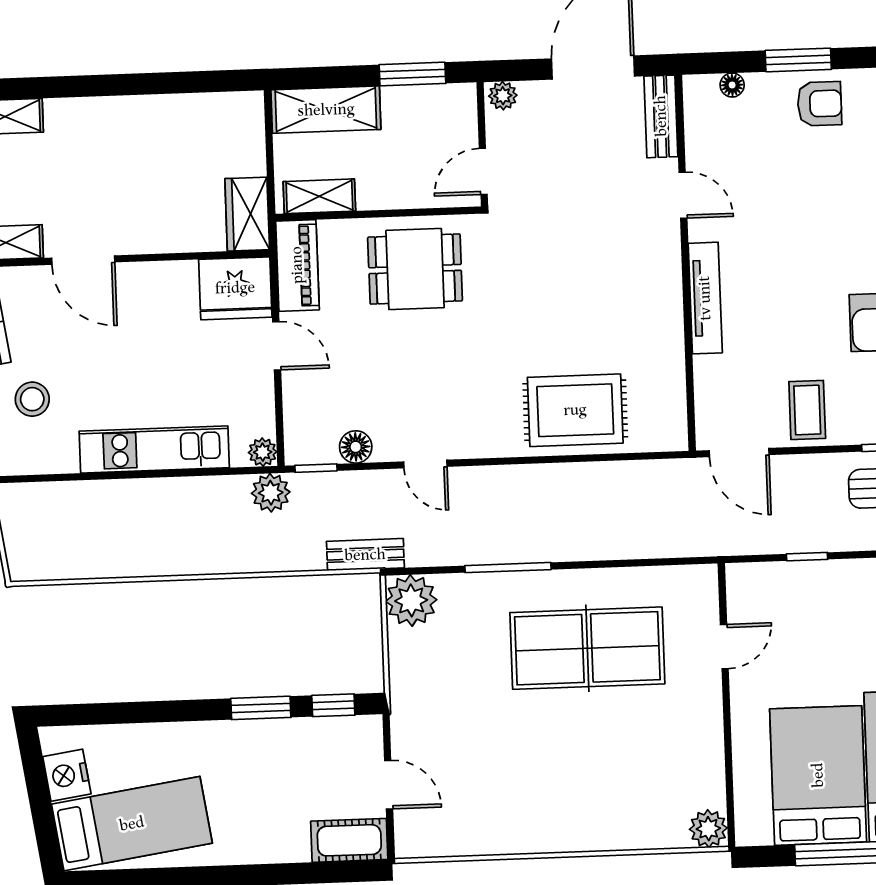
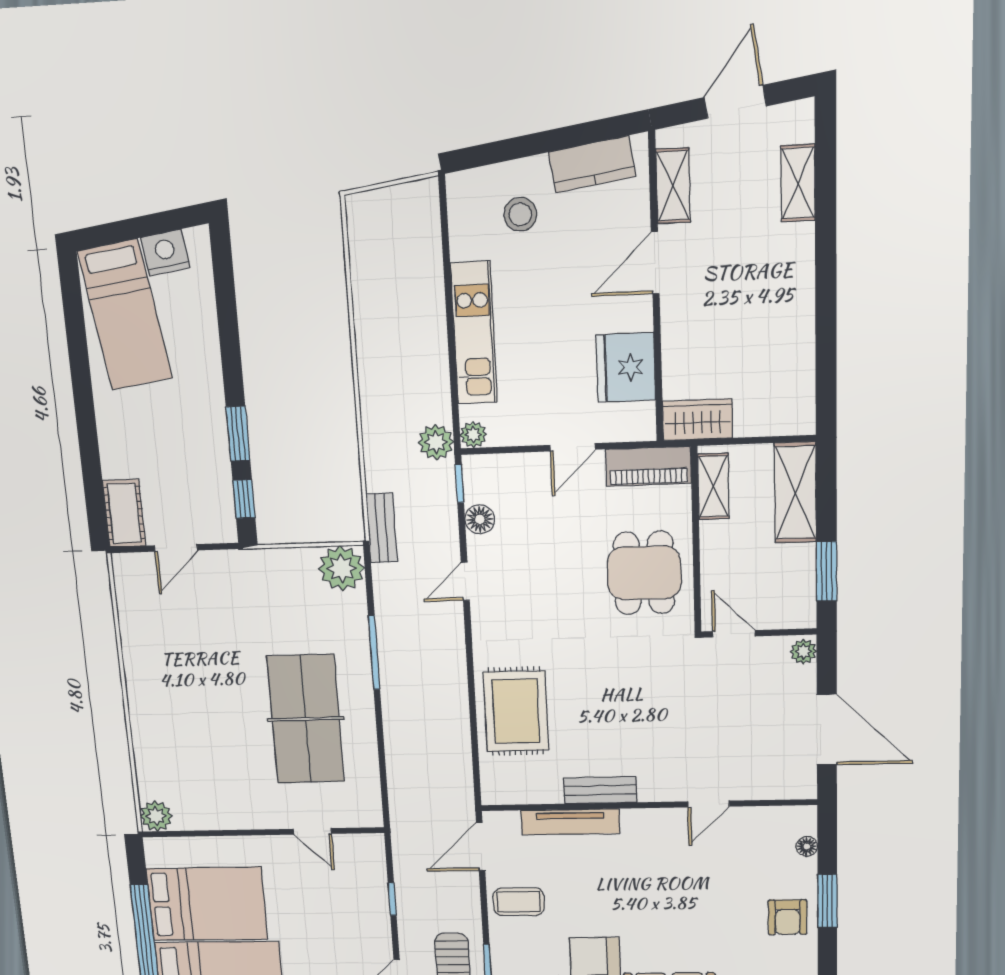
bench: (661, 116) -> (600, 790), moved
fridge: (235, 288) -> (626, 367), moved
tv unit: (705, 298) -> (570, 822), moved

